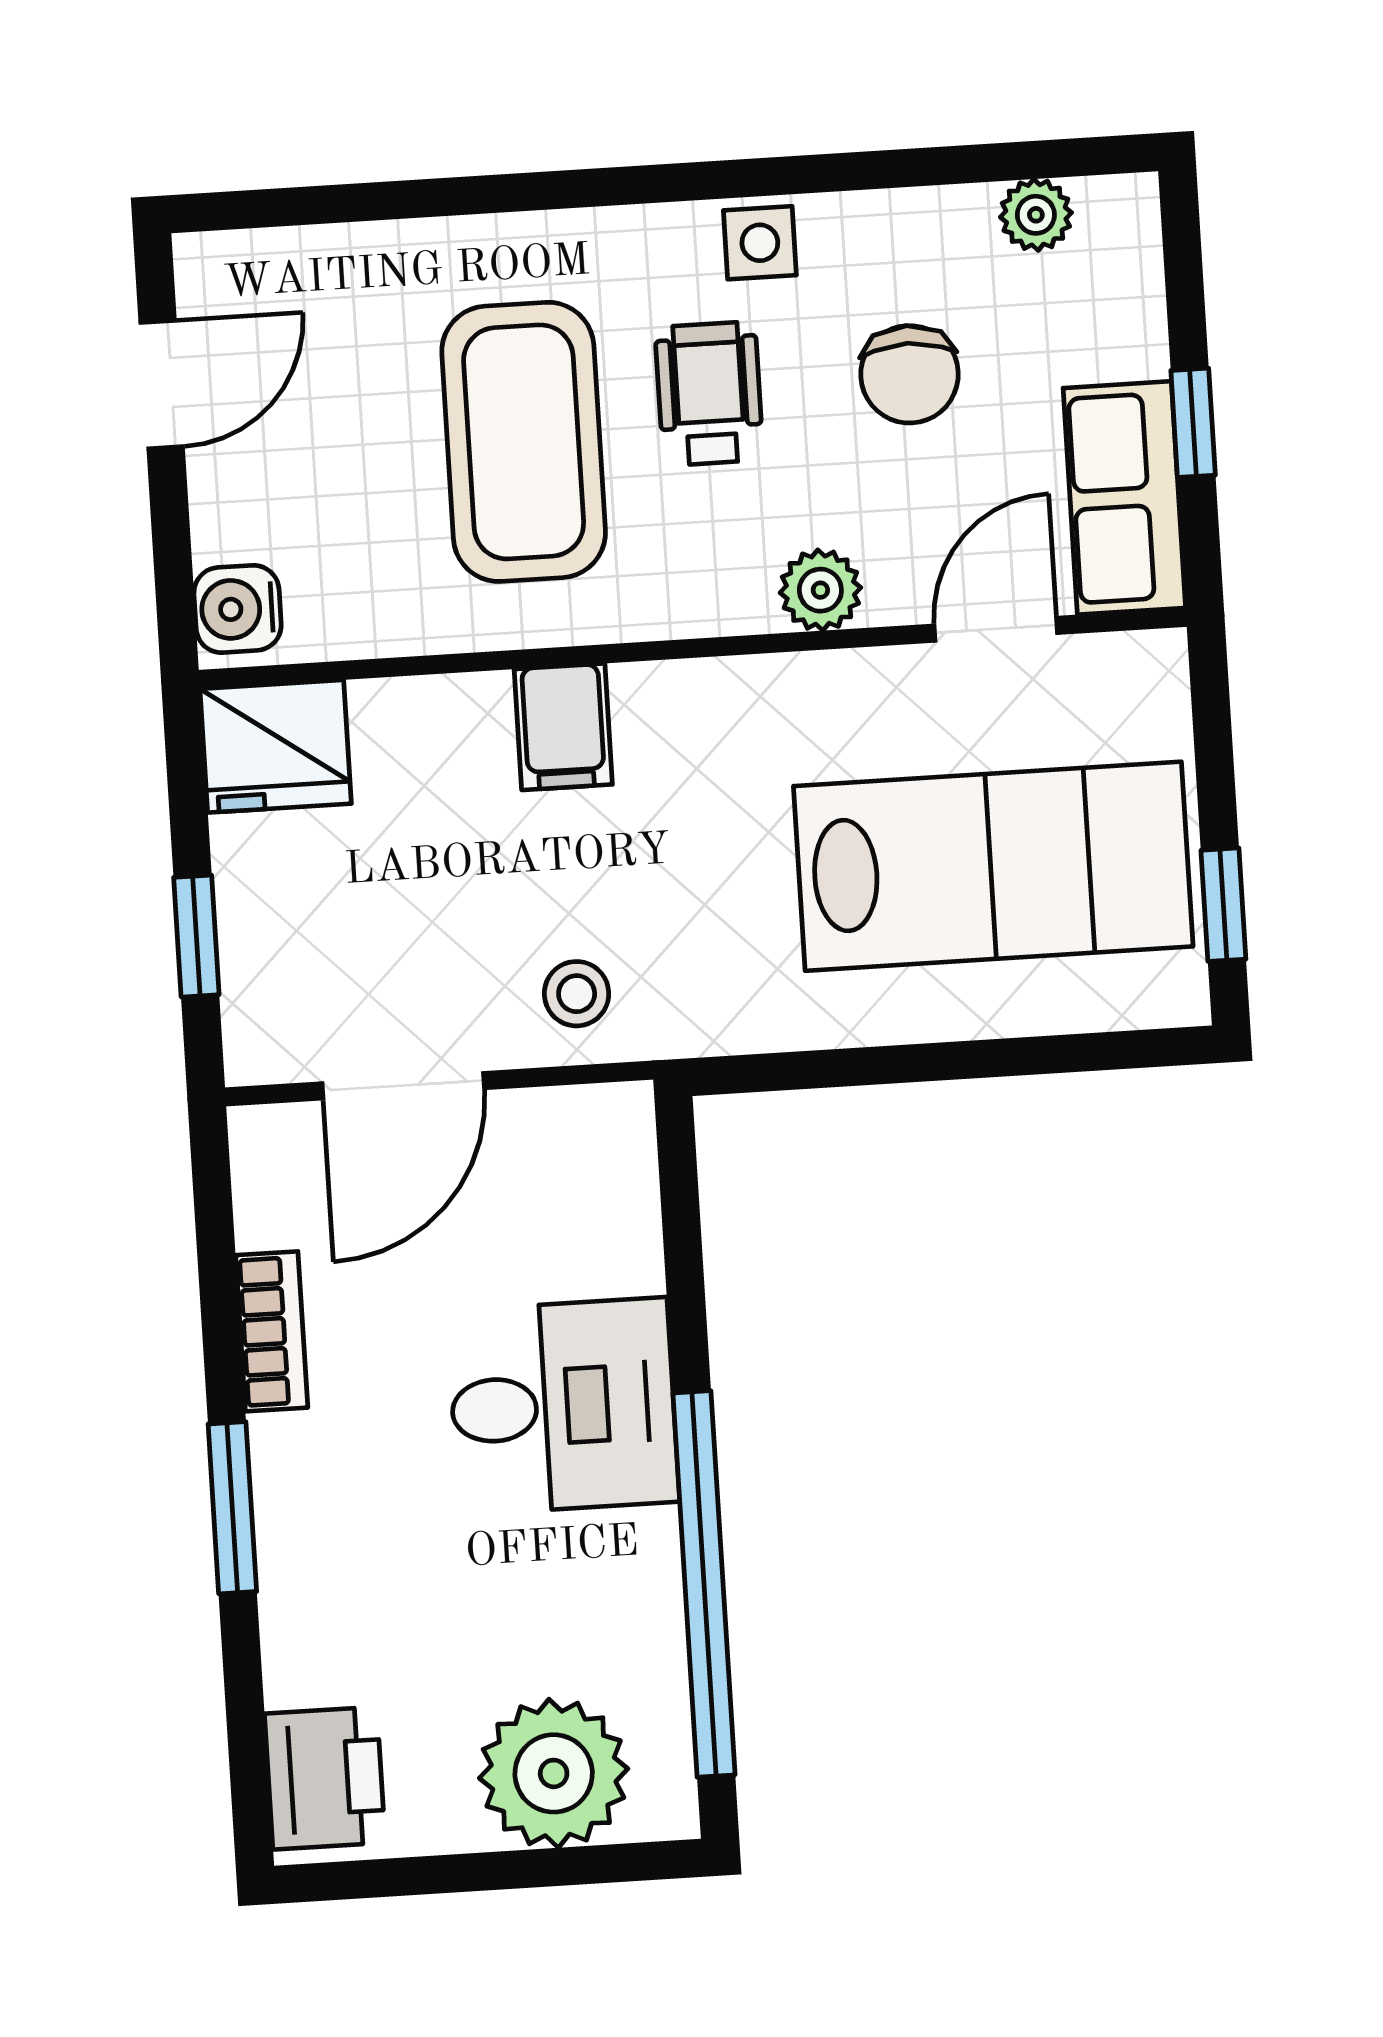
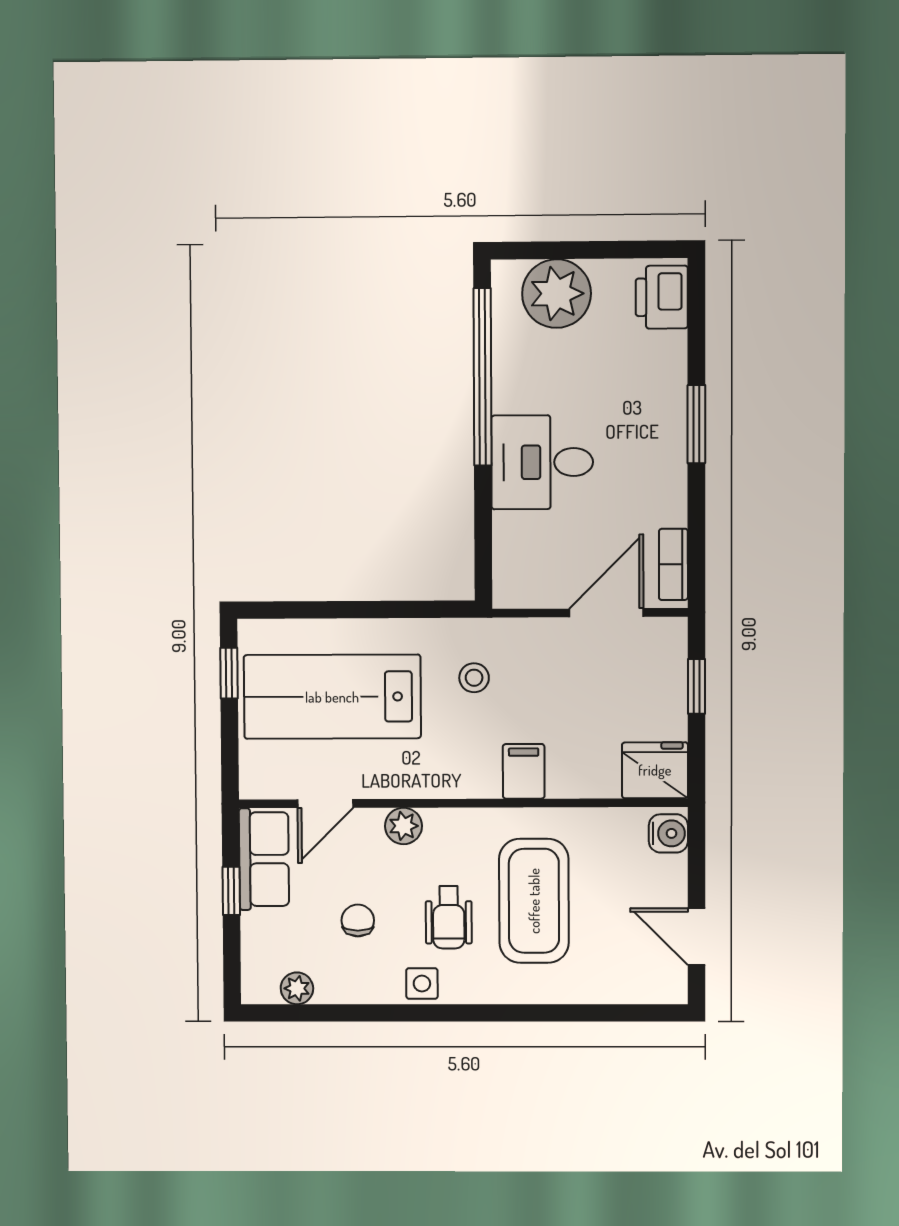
chair: (909, 374) -> (358, 920), width x0.73, depth x0.73
door: (162, 385) -> (696, 937), hinge flipped
stool: (577, 994) -> (474, 678), moved
bookcase: (272, 1331) -> (673, 564), moved

